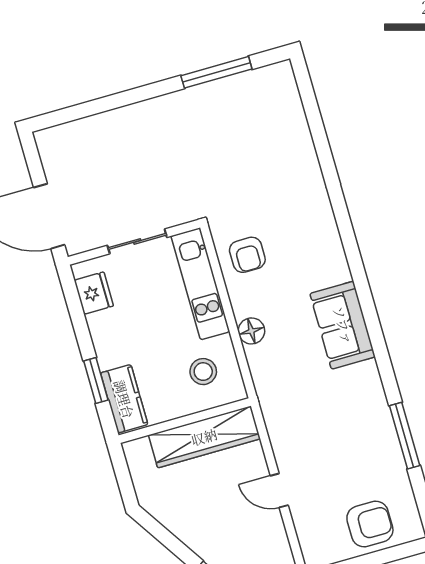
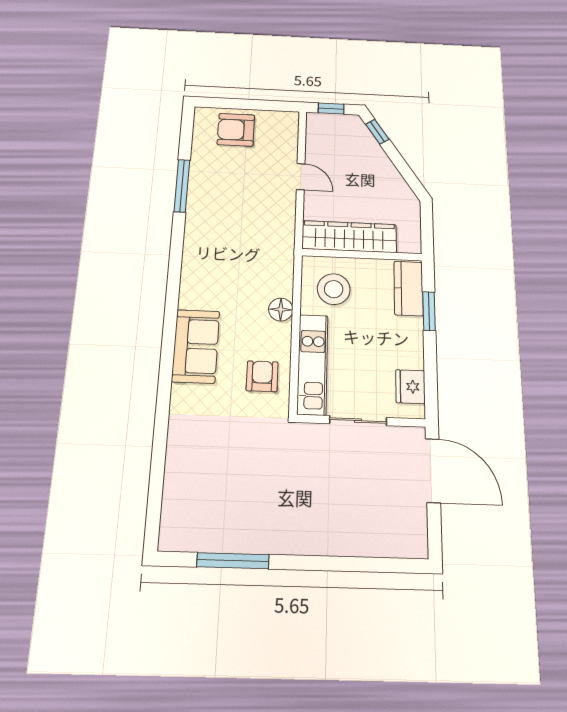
sofa: (343, 325) -> (196, 346), moved
stool: (203, 372) -> (334, 289), width x1.38, depth x1.38

